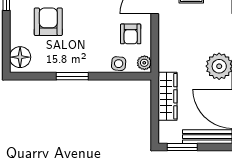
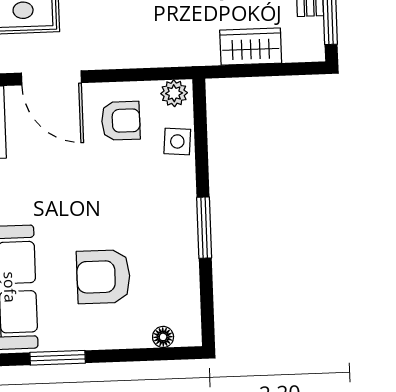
floor lamp: (20, 57) -> (163, 337), width x0.53, depth x0.53
wardrobe: (168, 96) -> (251, 47), width x0.67

